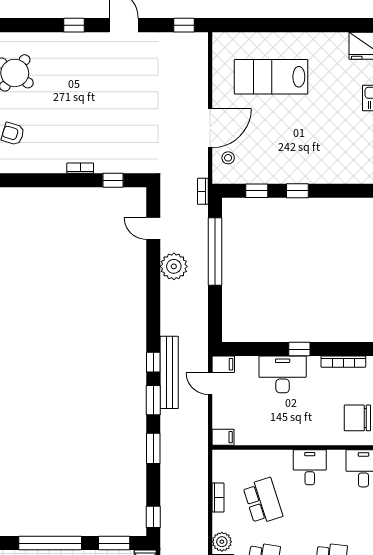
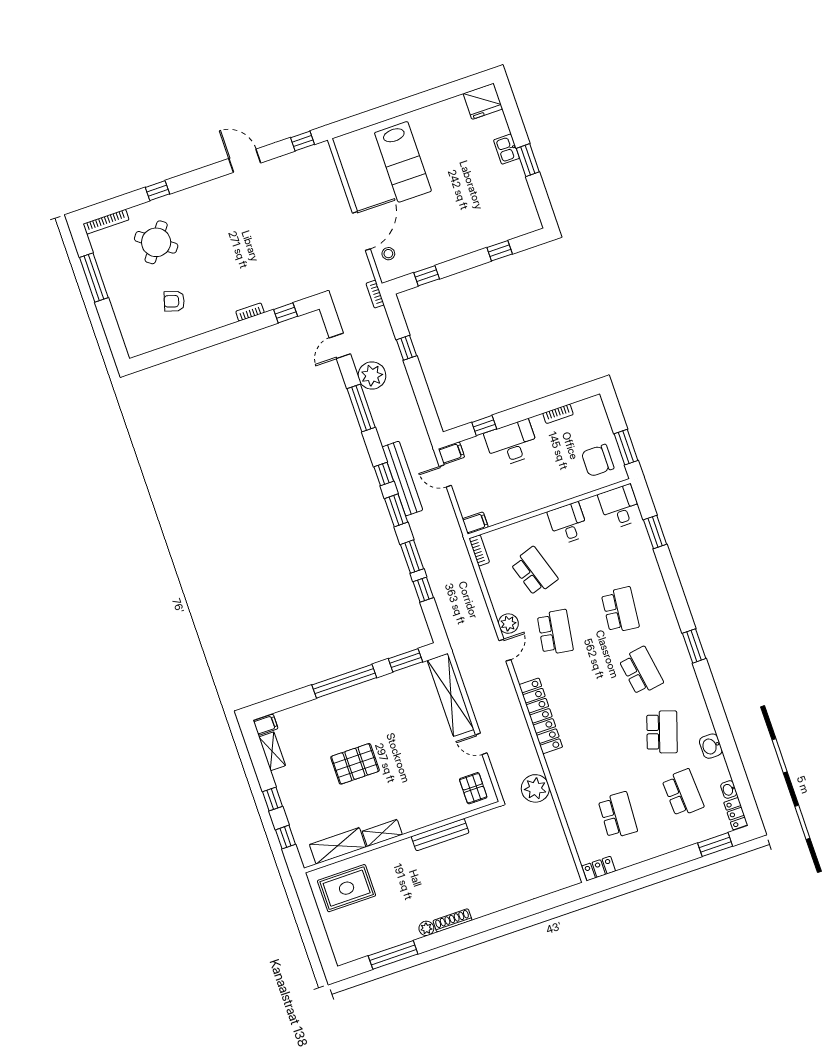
window: (74, 25) -> (157, 191), moved
lab bench: (271, 77) -> (403, 162), turned -90
window: (297, 191) -> (500, 251), moved
door: (153, 228) -> (340, 346), hinge flipped
window: (215, 252) -> (407, 348), width x0.32
window: (153, 293) -> (361, 408), added
window: (299, 349) -> (484, 426), moved
bookcase: (343, 362) -> (558, 414), width x0.64
bookcase: (218, 498) -> (479, 550), moved
window: (153, 517) -> (423, 590), moved

